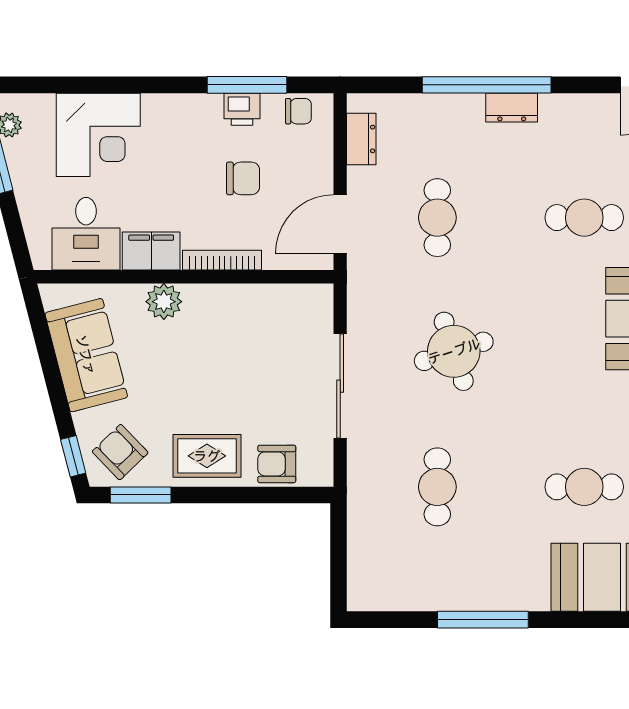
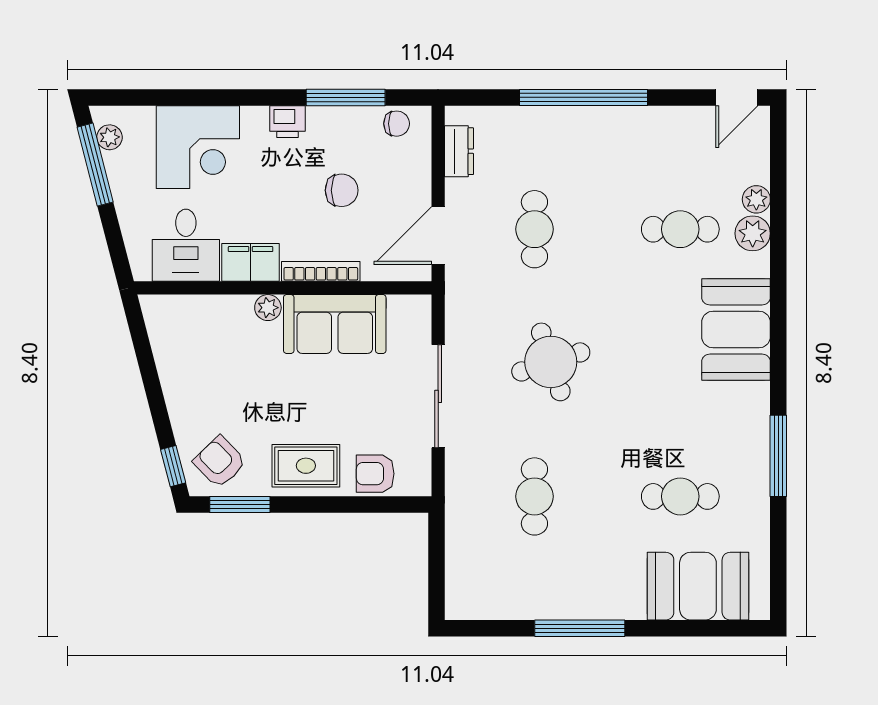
dresser: (512, 108) -> (608, 120), removed
printer: (242, 109) -> (288, 122), moved
plant: (164, 302) -> (268, 308), width x0.73, depth x0.73
sofa: (86, 355) -> (335, 324), moved, turned 104

